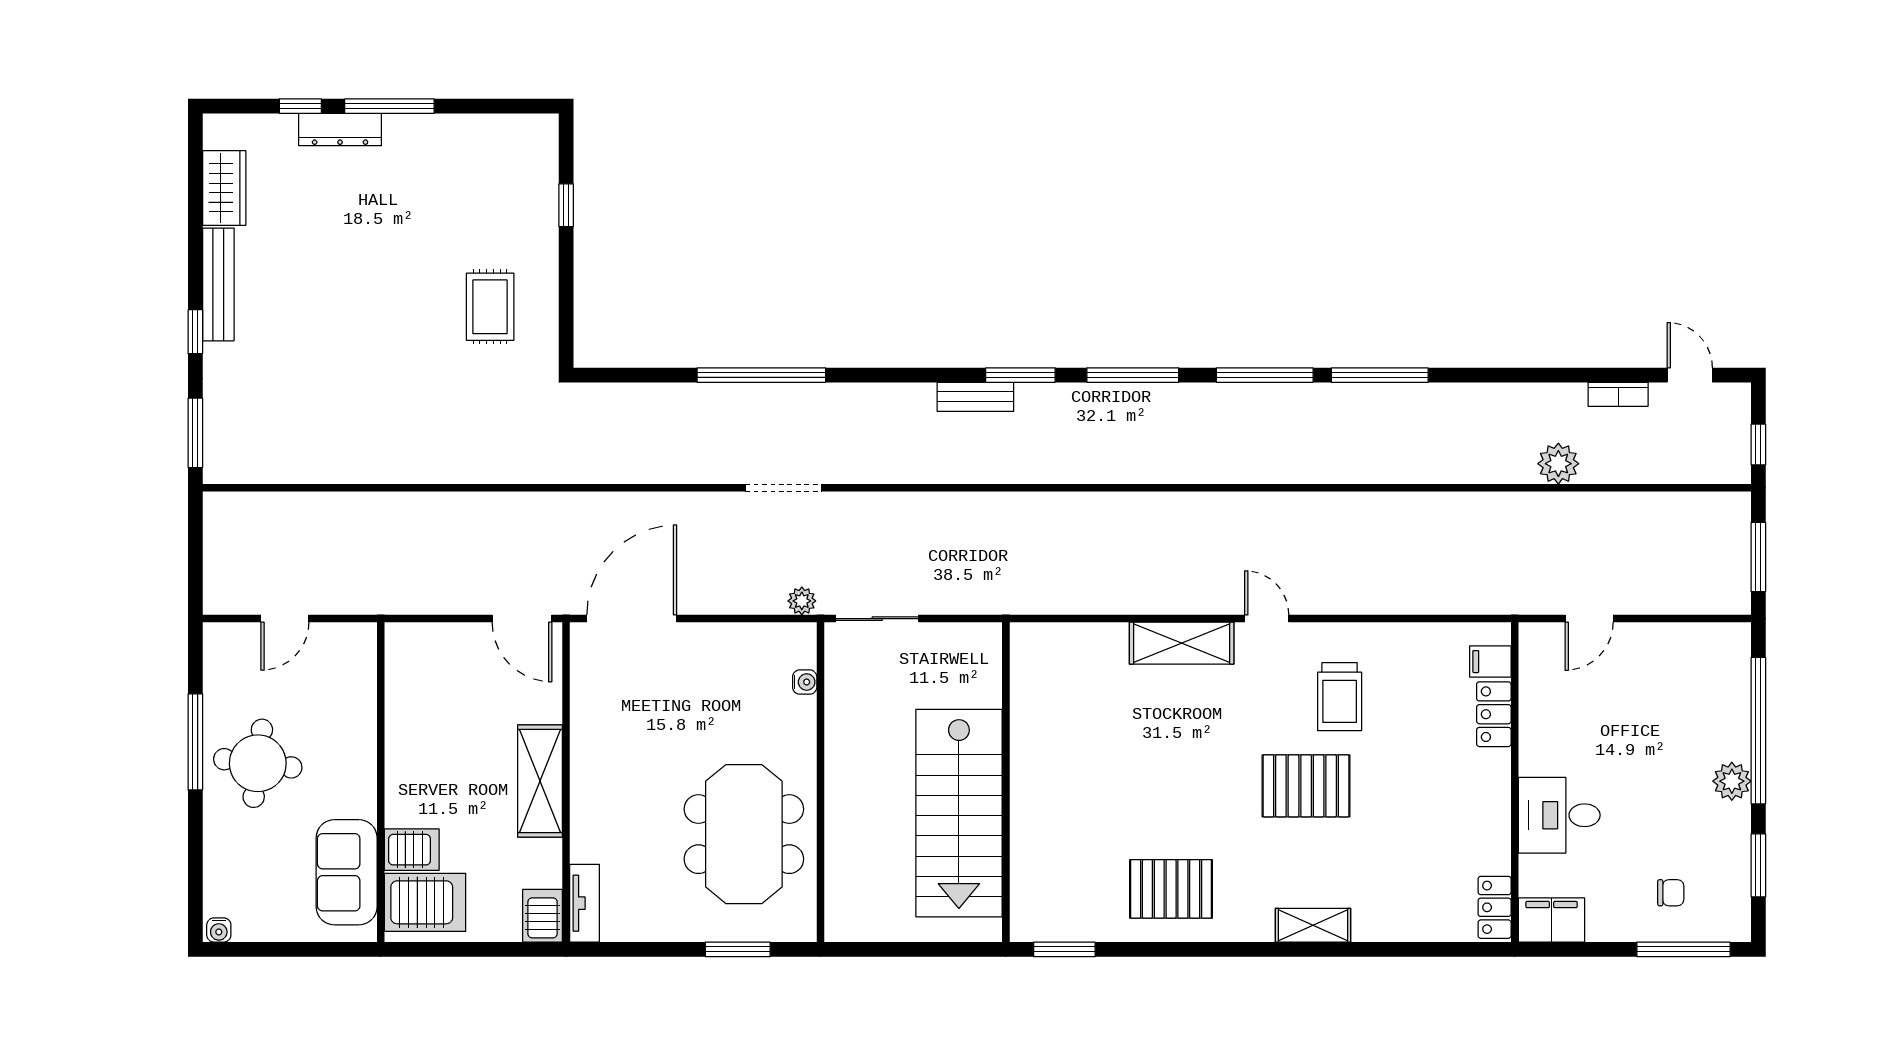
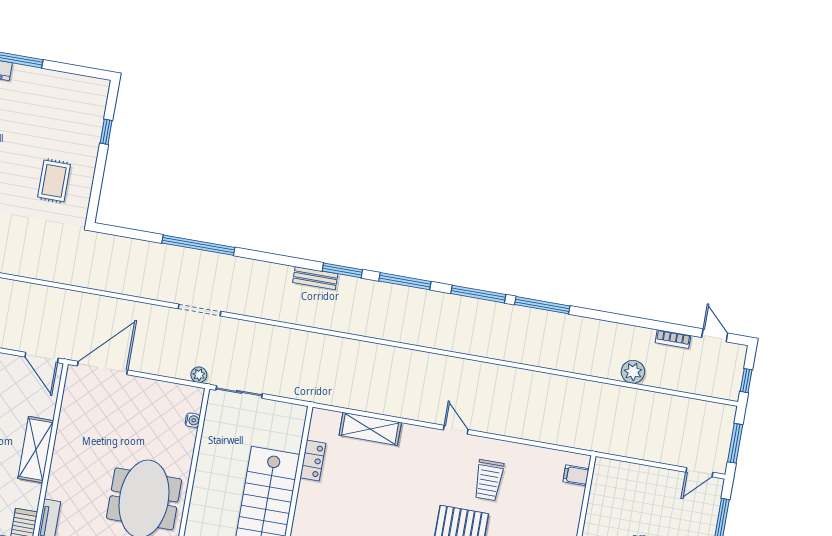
door: (1589, 619) -> (699, 472), moved
shelving: (1182, 643) -> (370, 429), moved
locker: (1494, 714) -> (313, 461), moved, turned 180

